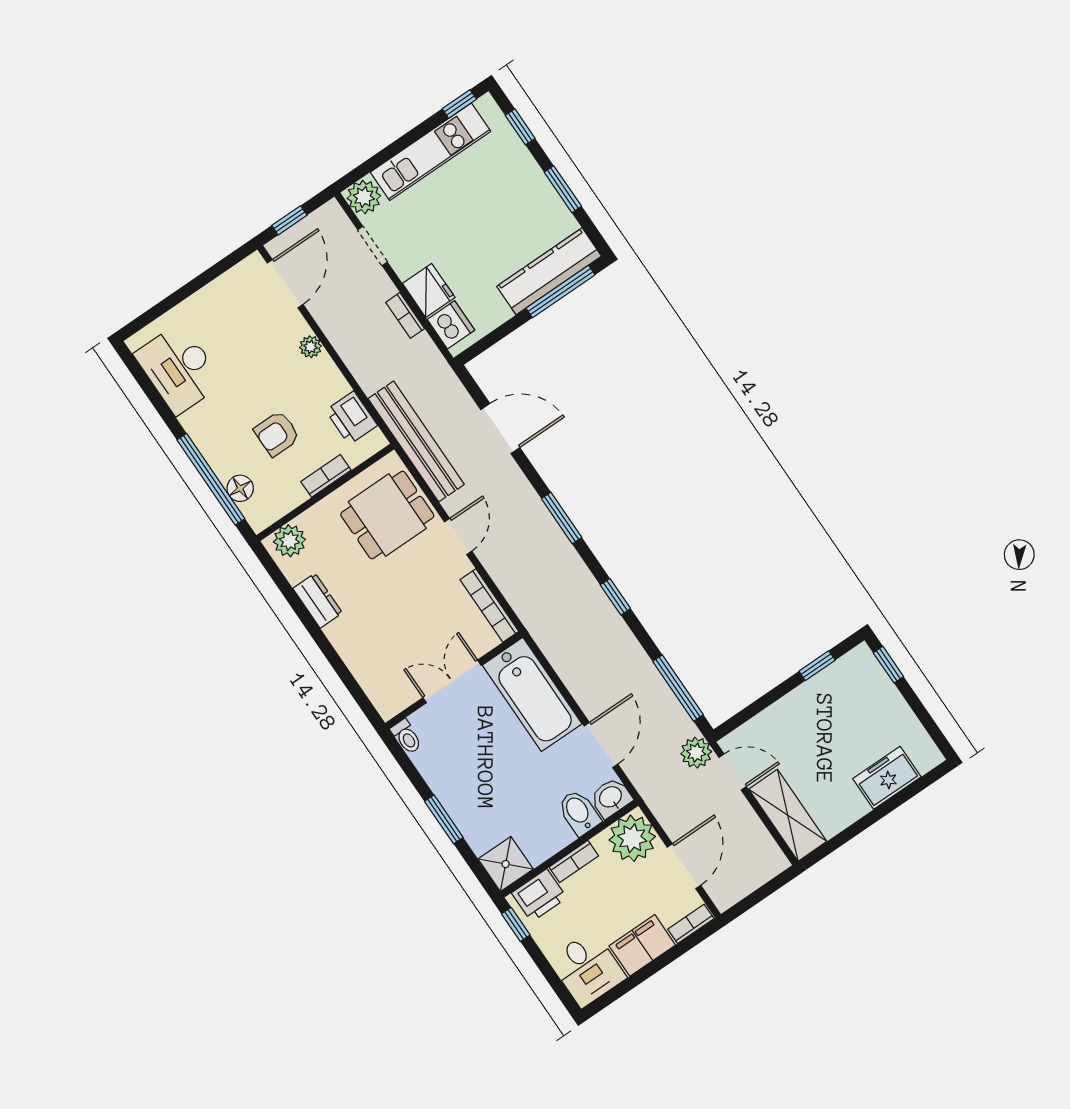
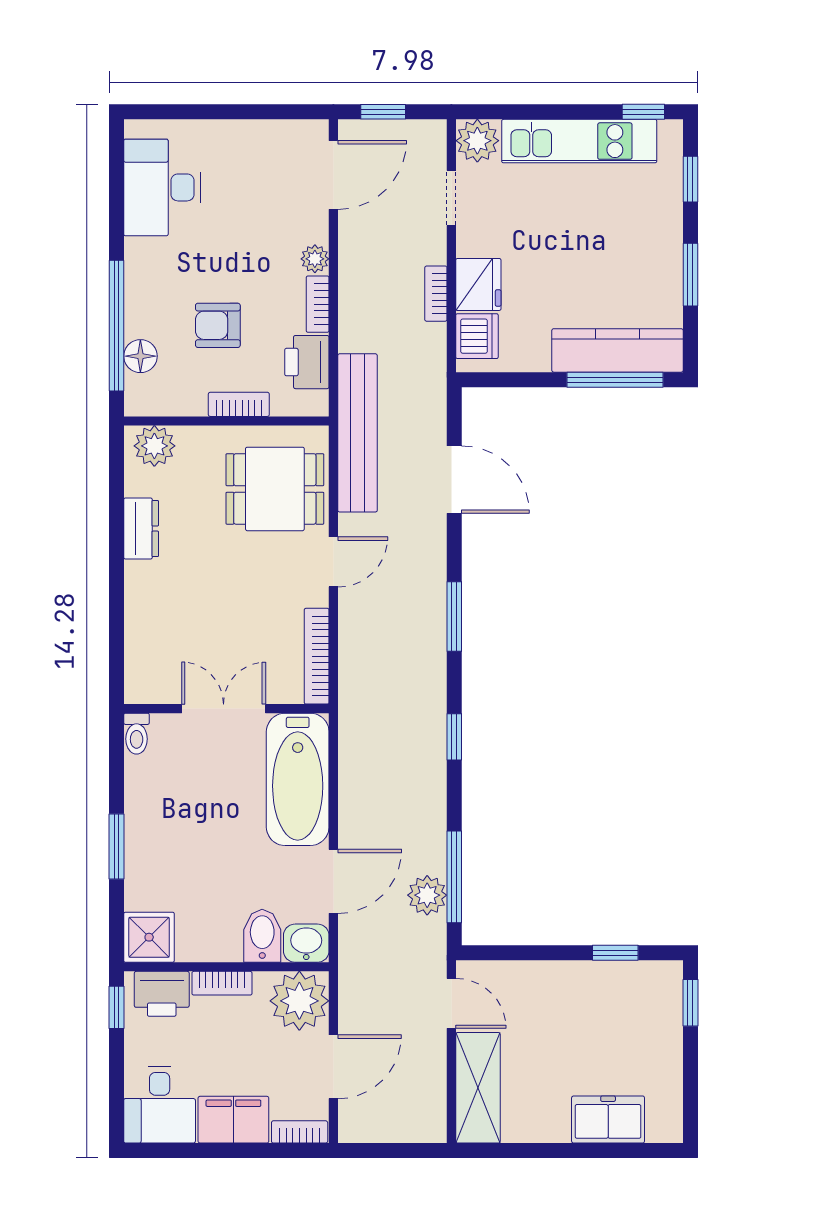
bookcase: (333, 375) -> (318, 304), added
plant: (696, 753) -> (427, 895), moved

